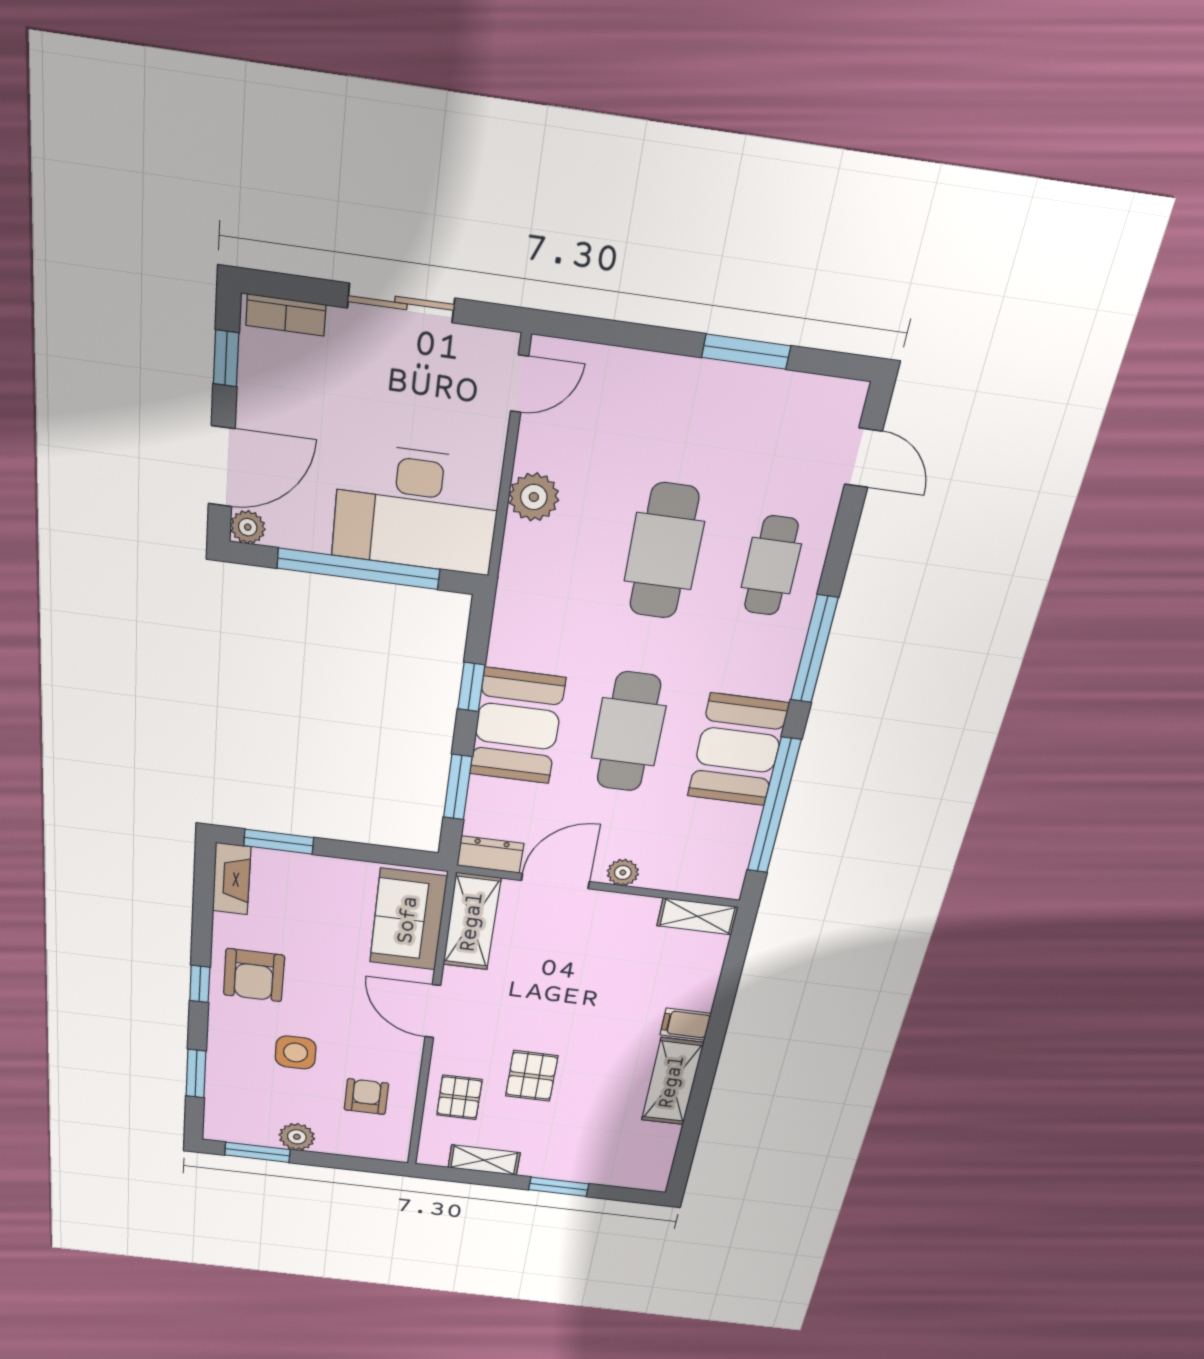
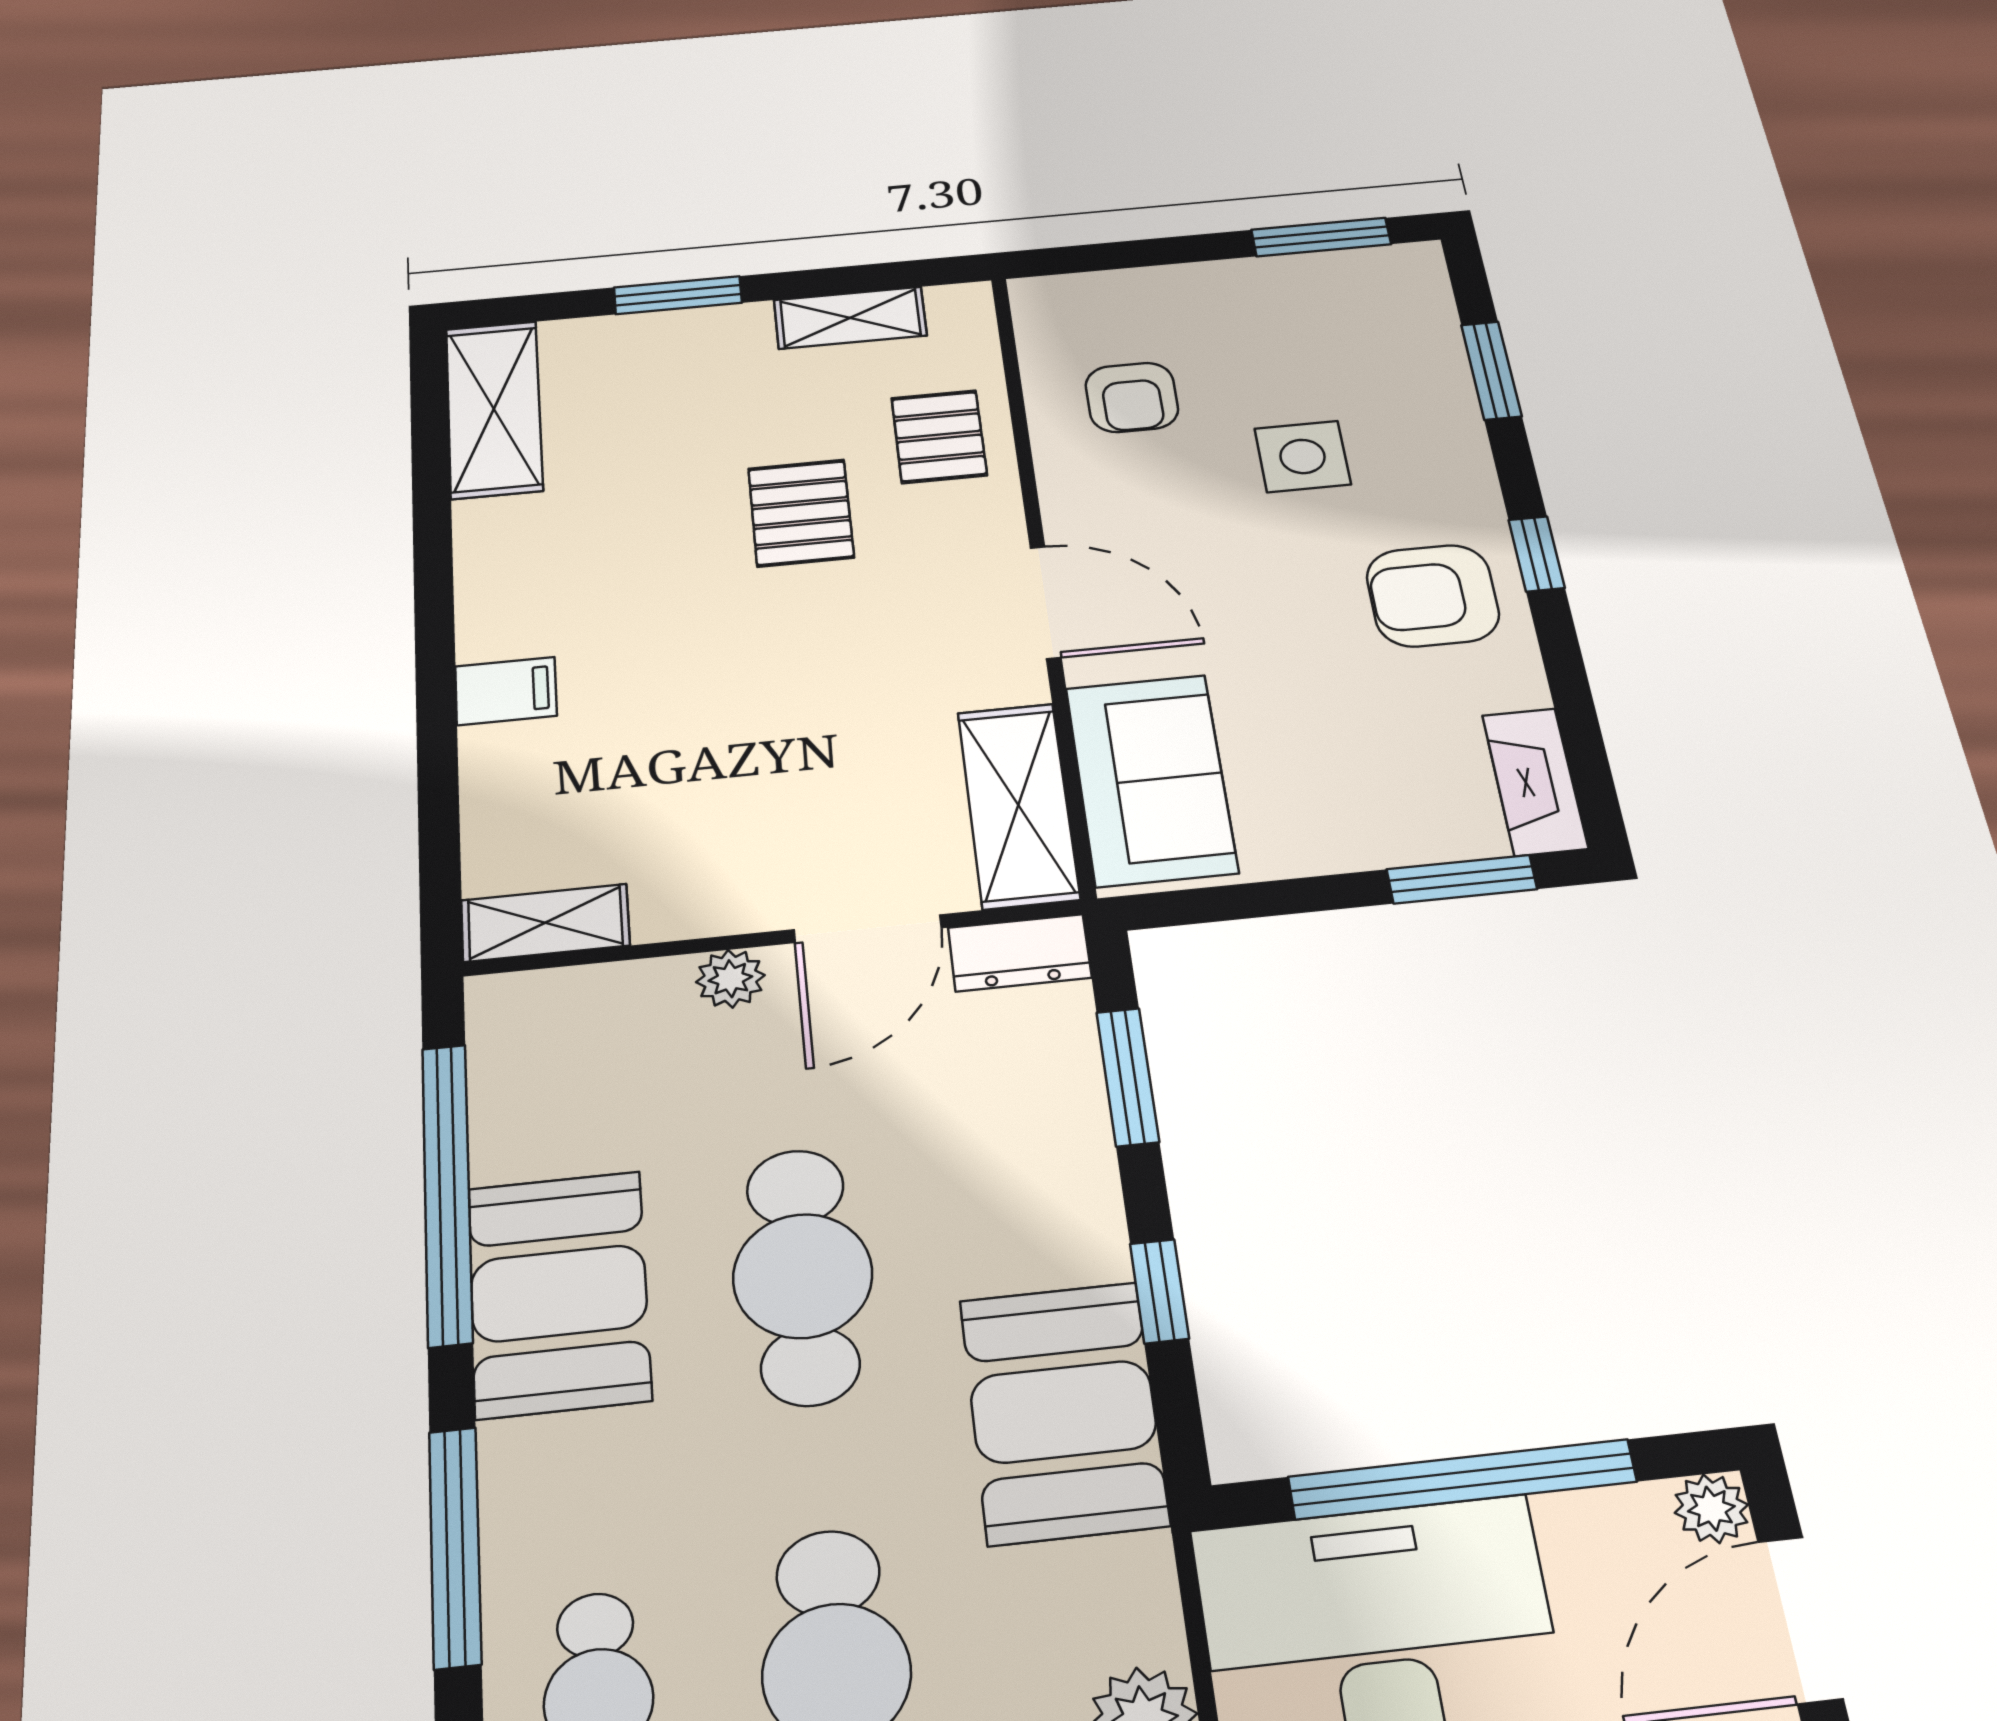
booth: (517, 726) -> (1063, 1412), moved
armchair: (254, 975) -> (1433, 596), turned -90
shelving: (672, 1082) -> (494, 409), moved
plant: (297, 1137) -> (1250, 285), removed

